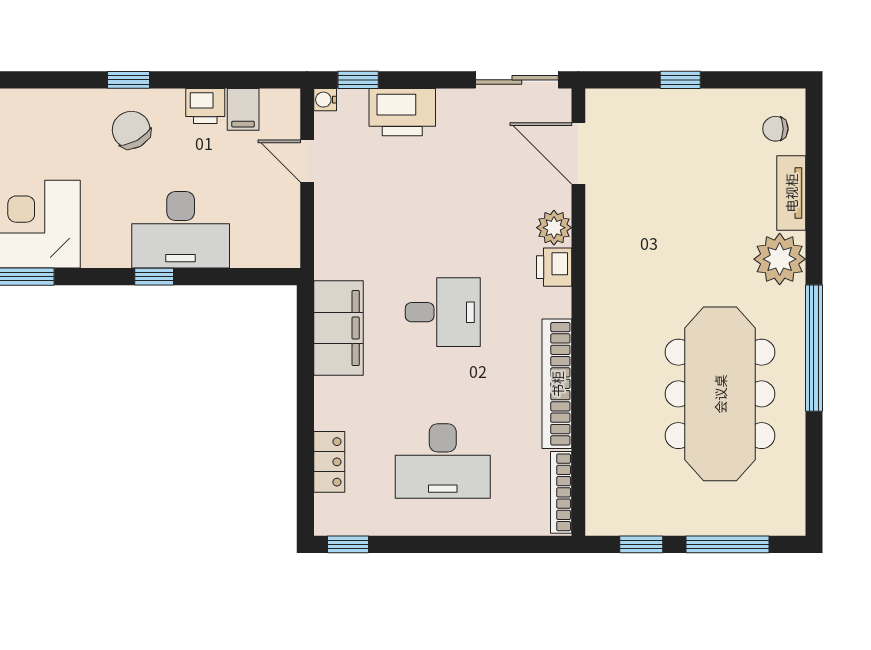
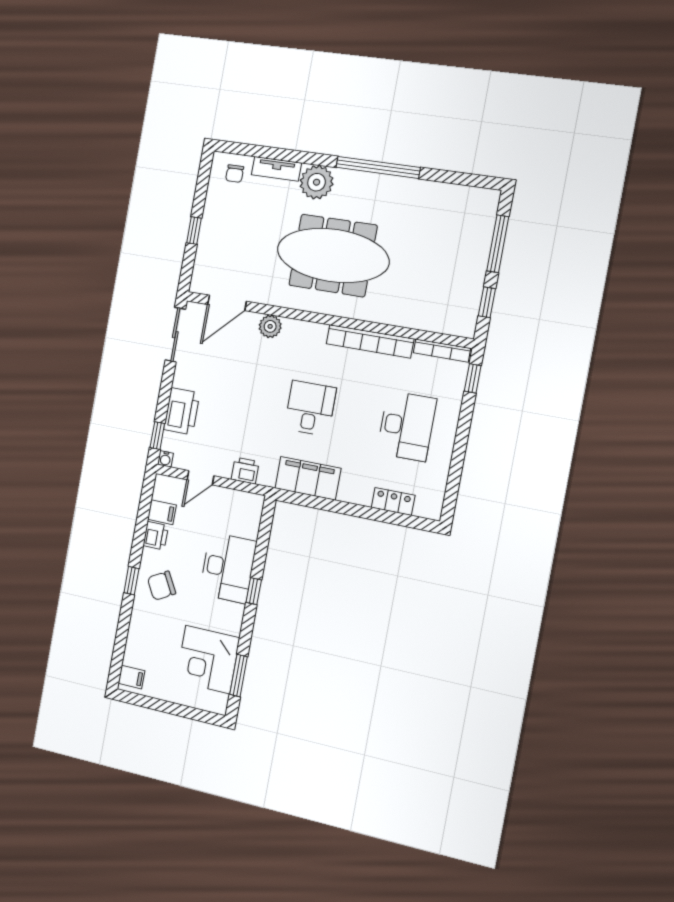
printer: (554, 267) -> (245, 471), moved, turned 180
meeting table: (720, 394) -> (333, 255), moved
window: (348, 544) -> (473, 378), moved

